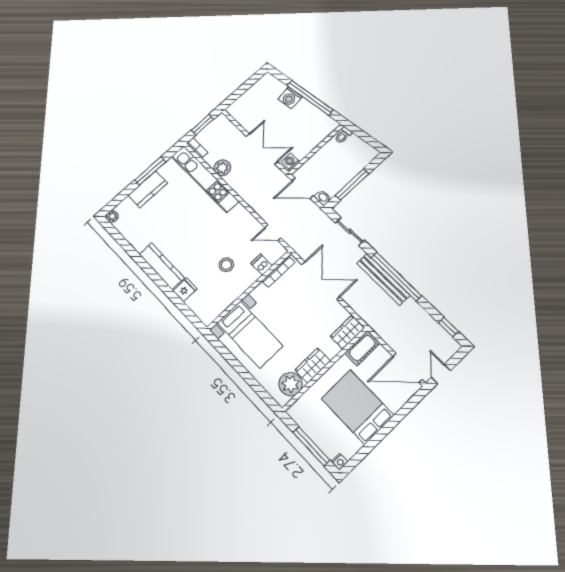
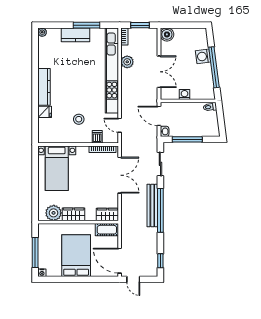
boiler: (236, 110) -> (167, 34), added
washing machine: (290, 162) -> (185, 94), moved
kitchen unit: (205, 179) -> (112, 70), width x1.36
door: (441, 374) -> (133, 279), swing flipped

